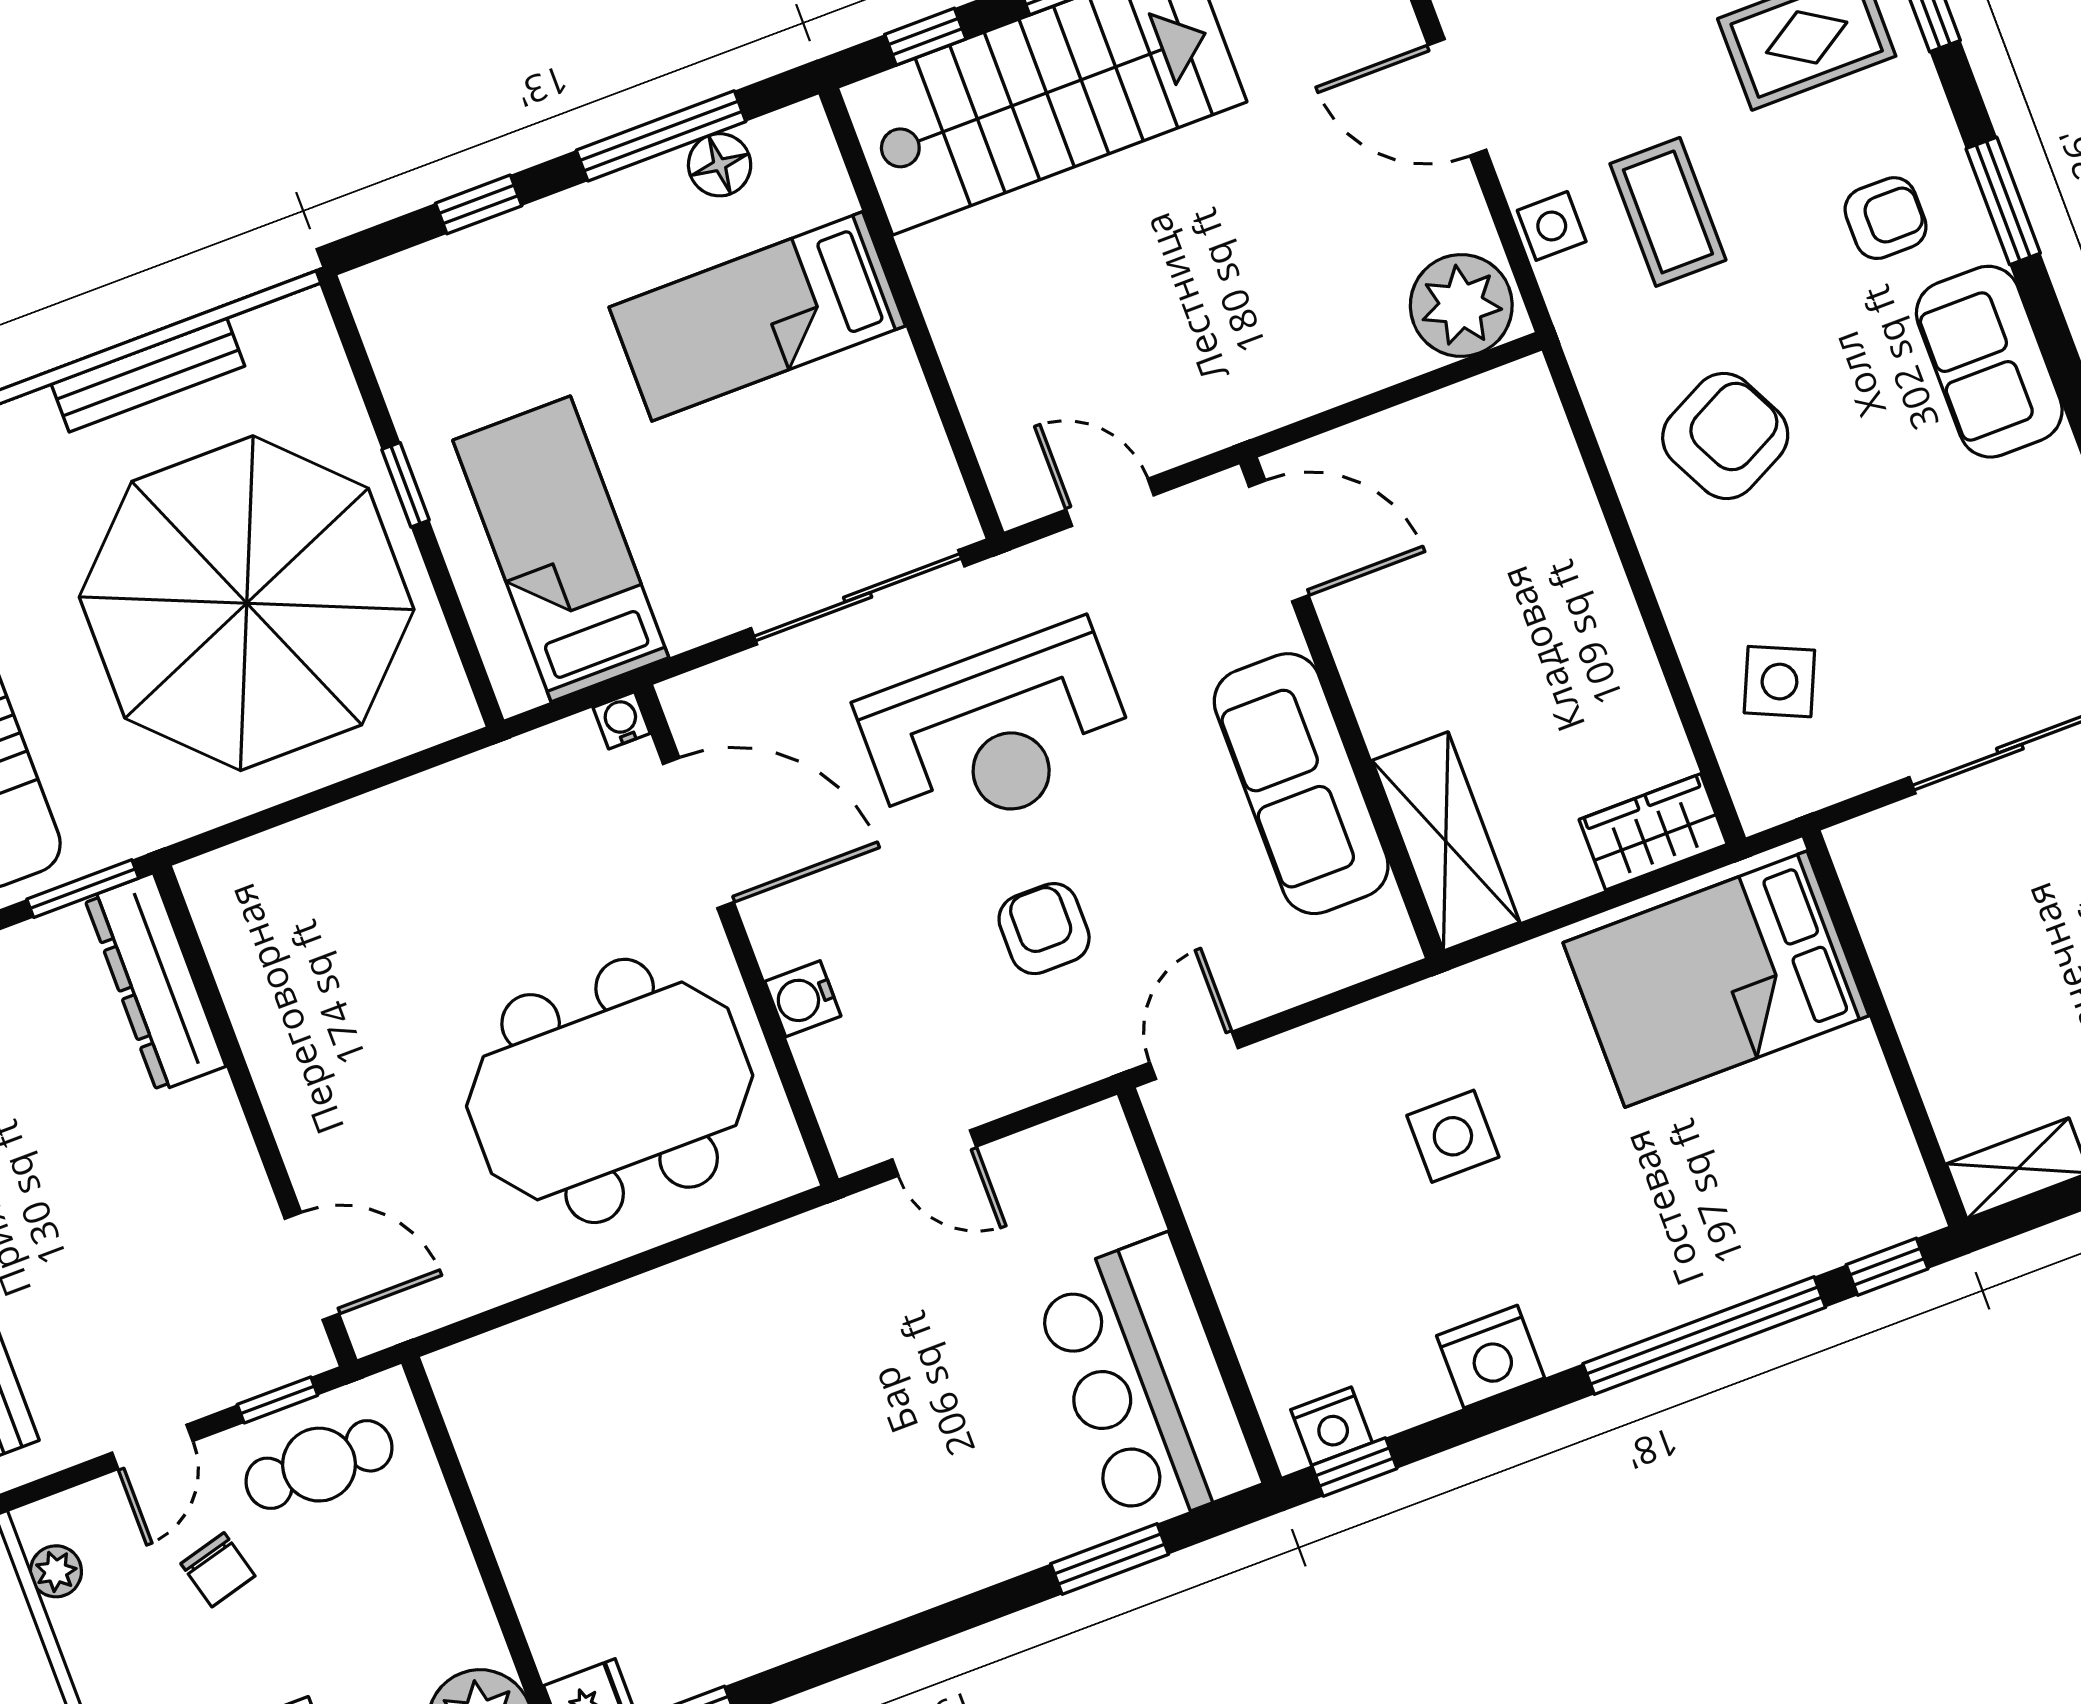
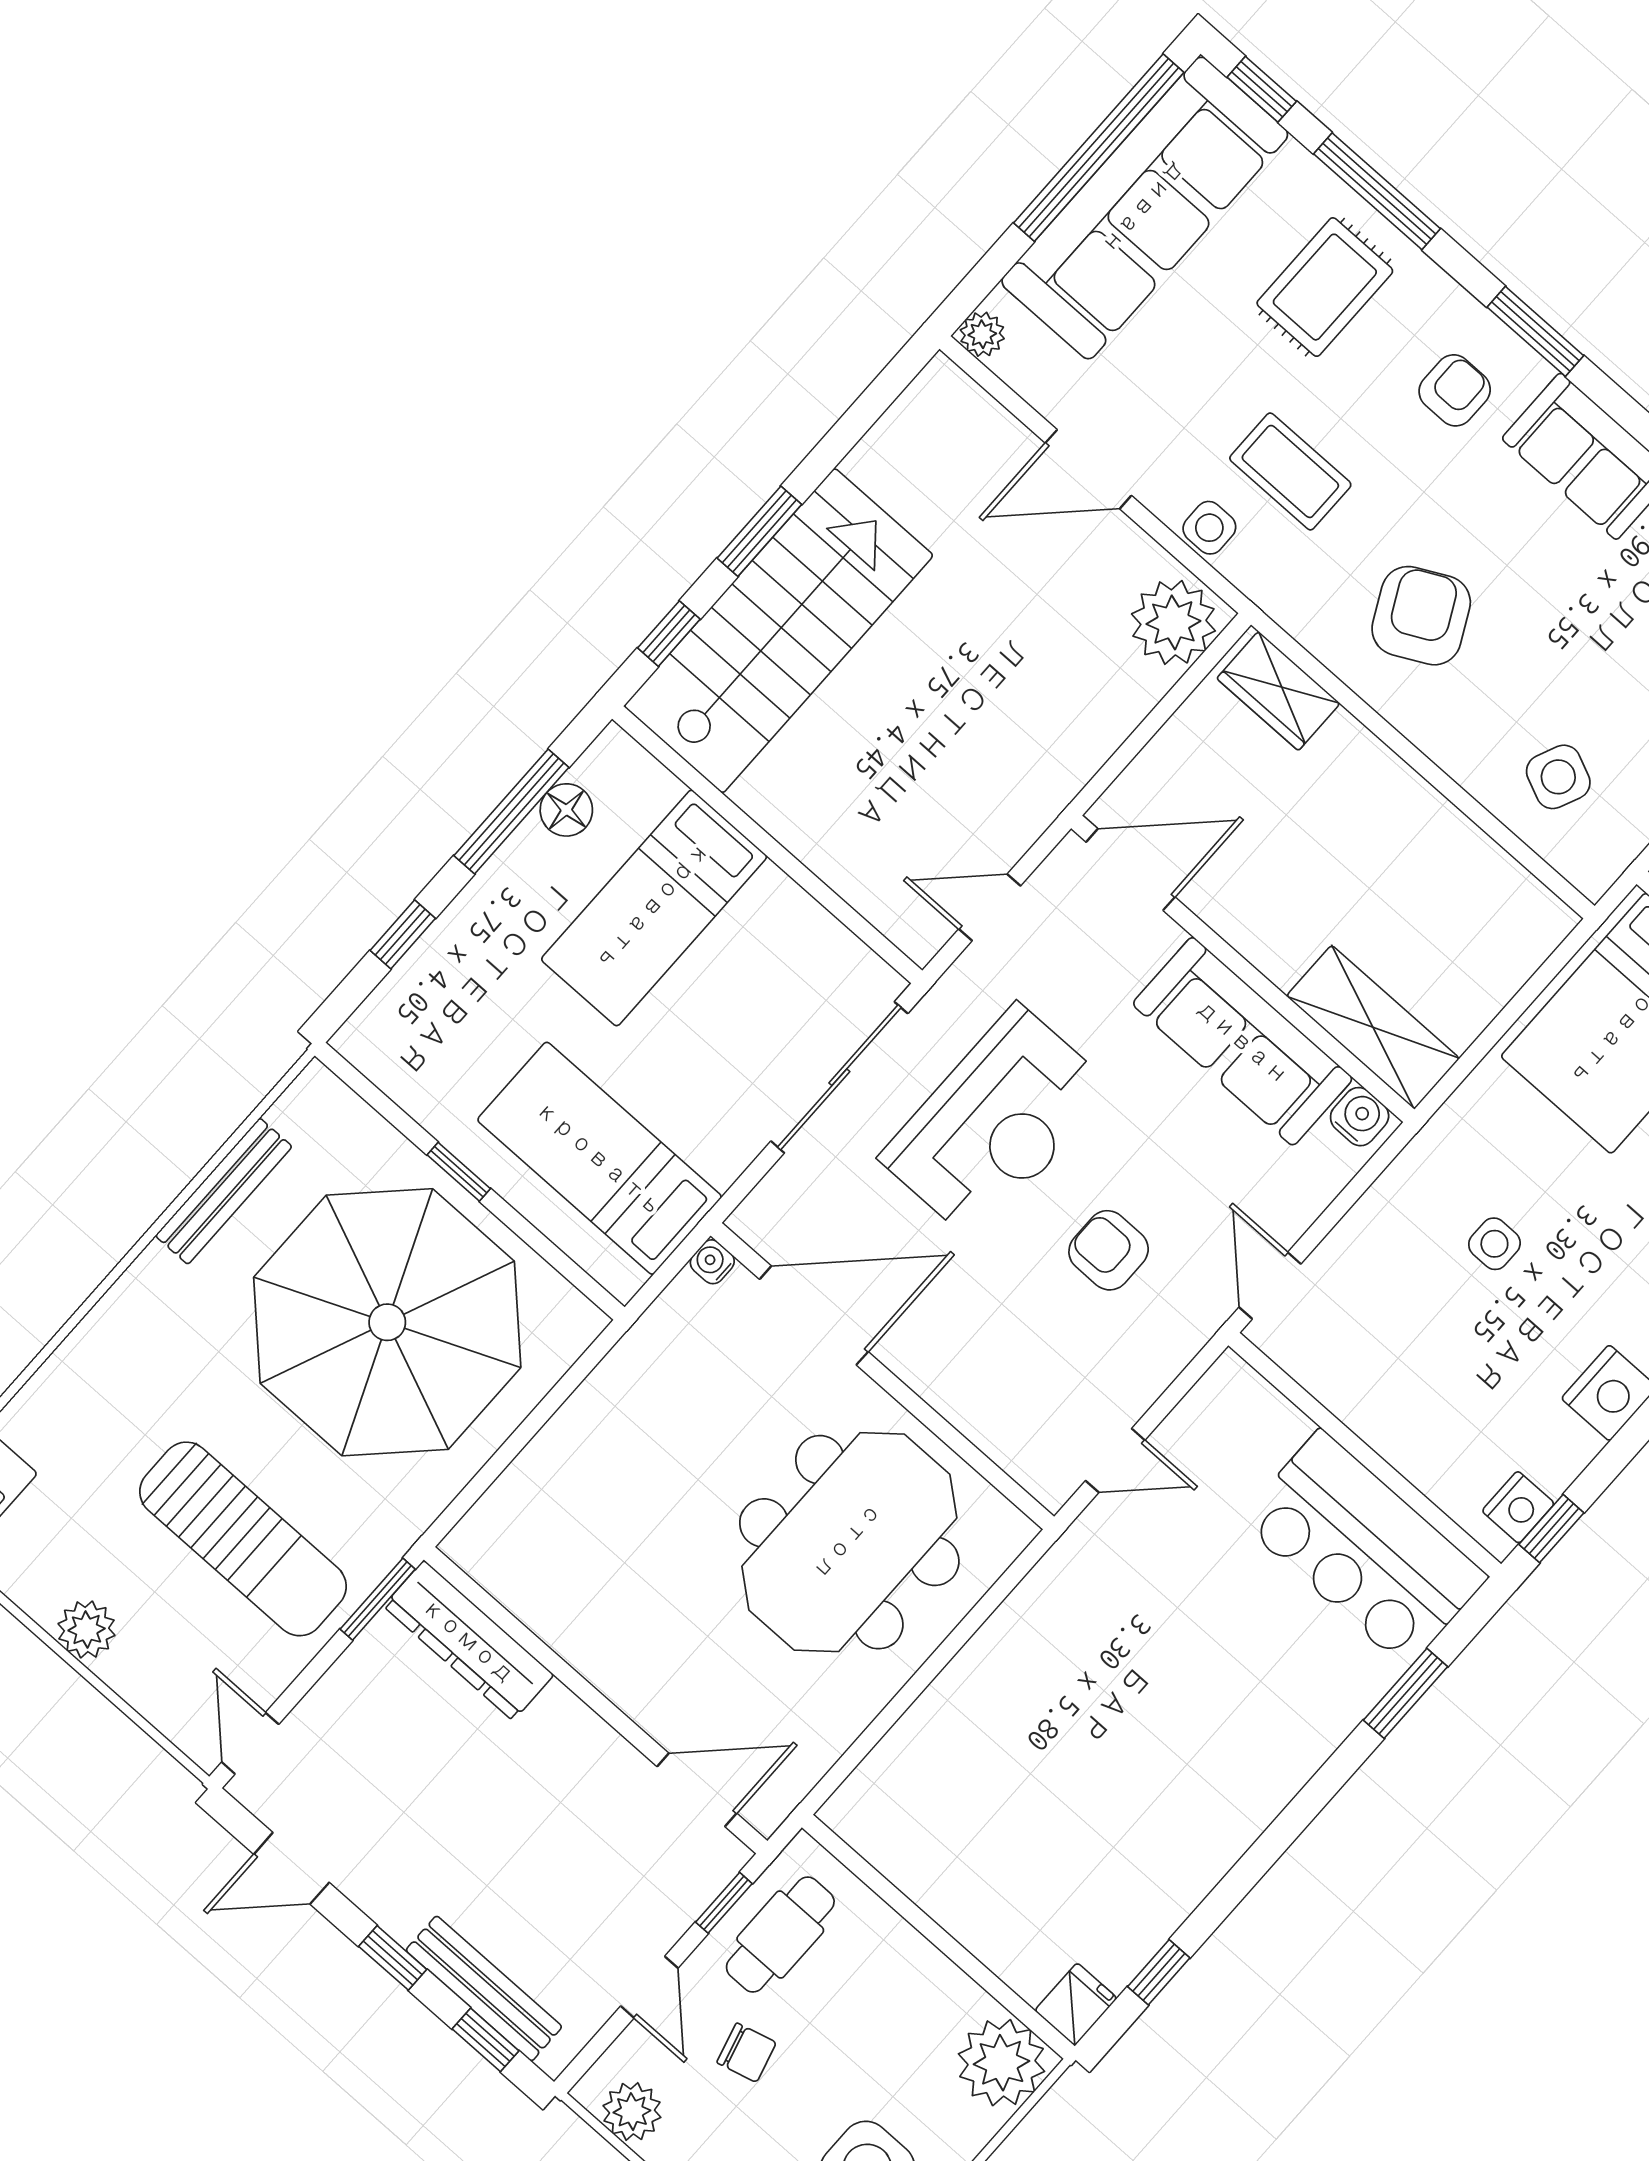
wardrobe: (1653, 832) -> (1278, 691), moved, turned -90
water cooler: (803, 999) -> (1360, 1117), moved, turned 180
side table: (1453, 1136) -> (1494, 1244), width x0.73, depth x0.73
plant: (56, 1571) -> (632, 2112), width x1.38, depth x1.38

